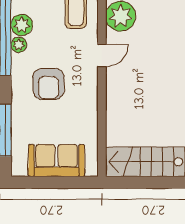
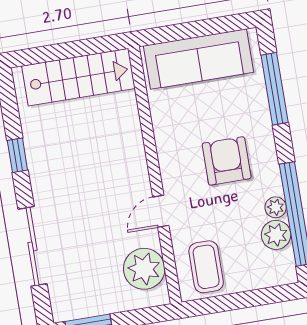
sofa: (57, 161) -> (199, 59), width x1.36

